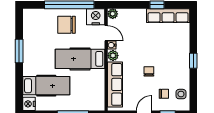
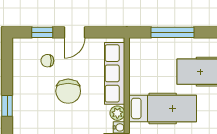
chair: (149, 71) -> (68, 91), width x1.87, depth x1.87
side table: (181, 94) -> (24, 60), removed

